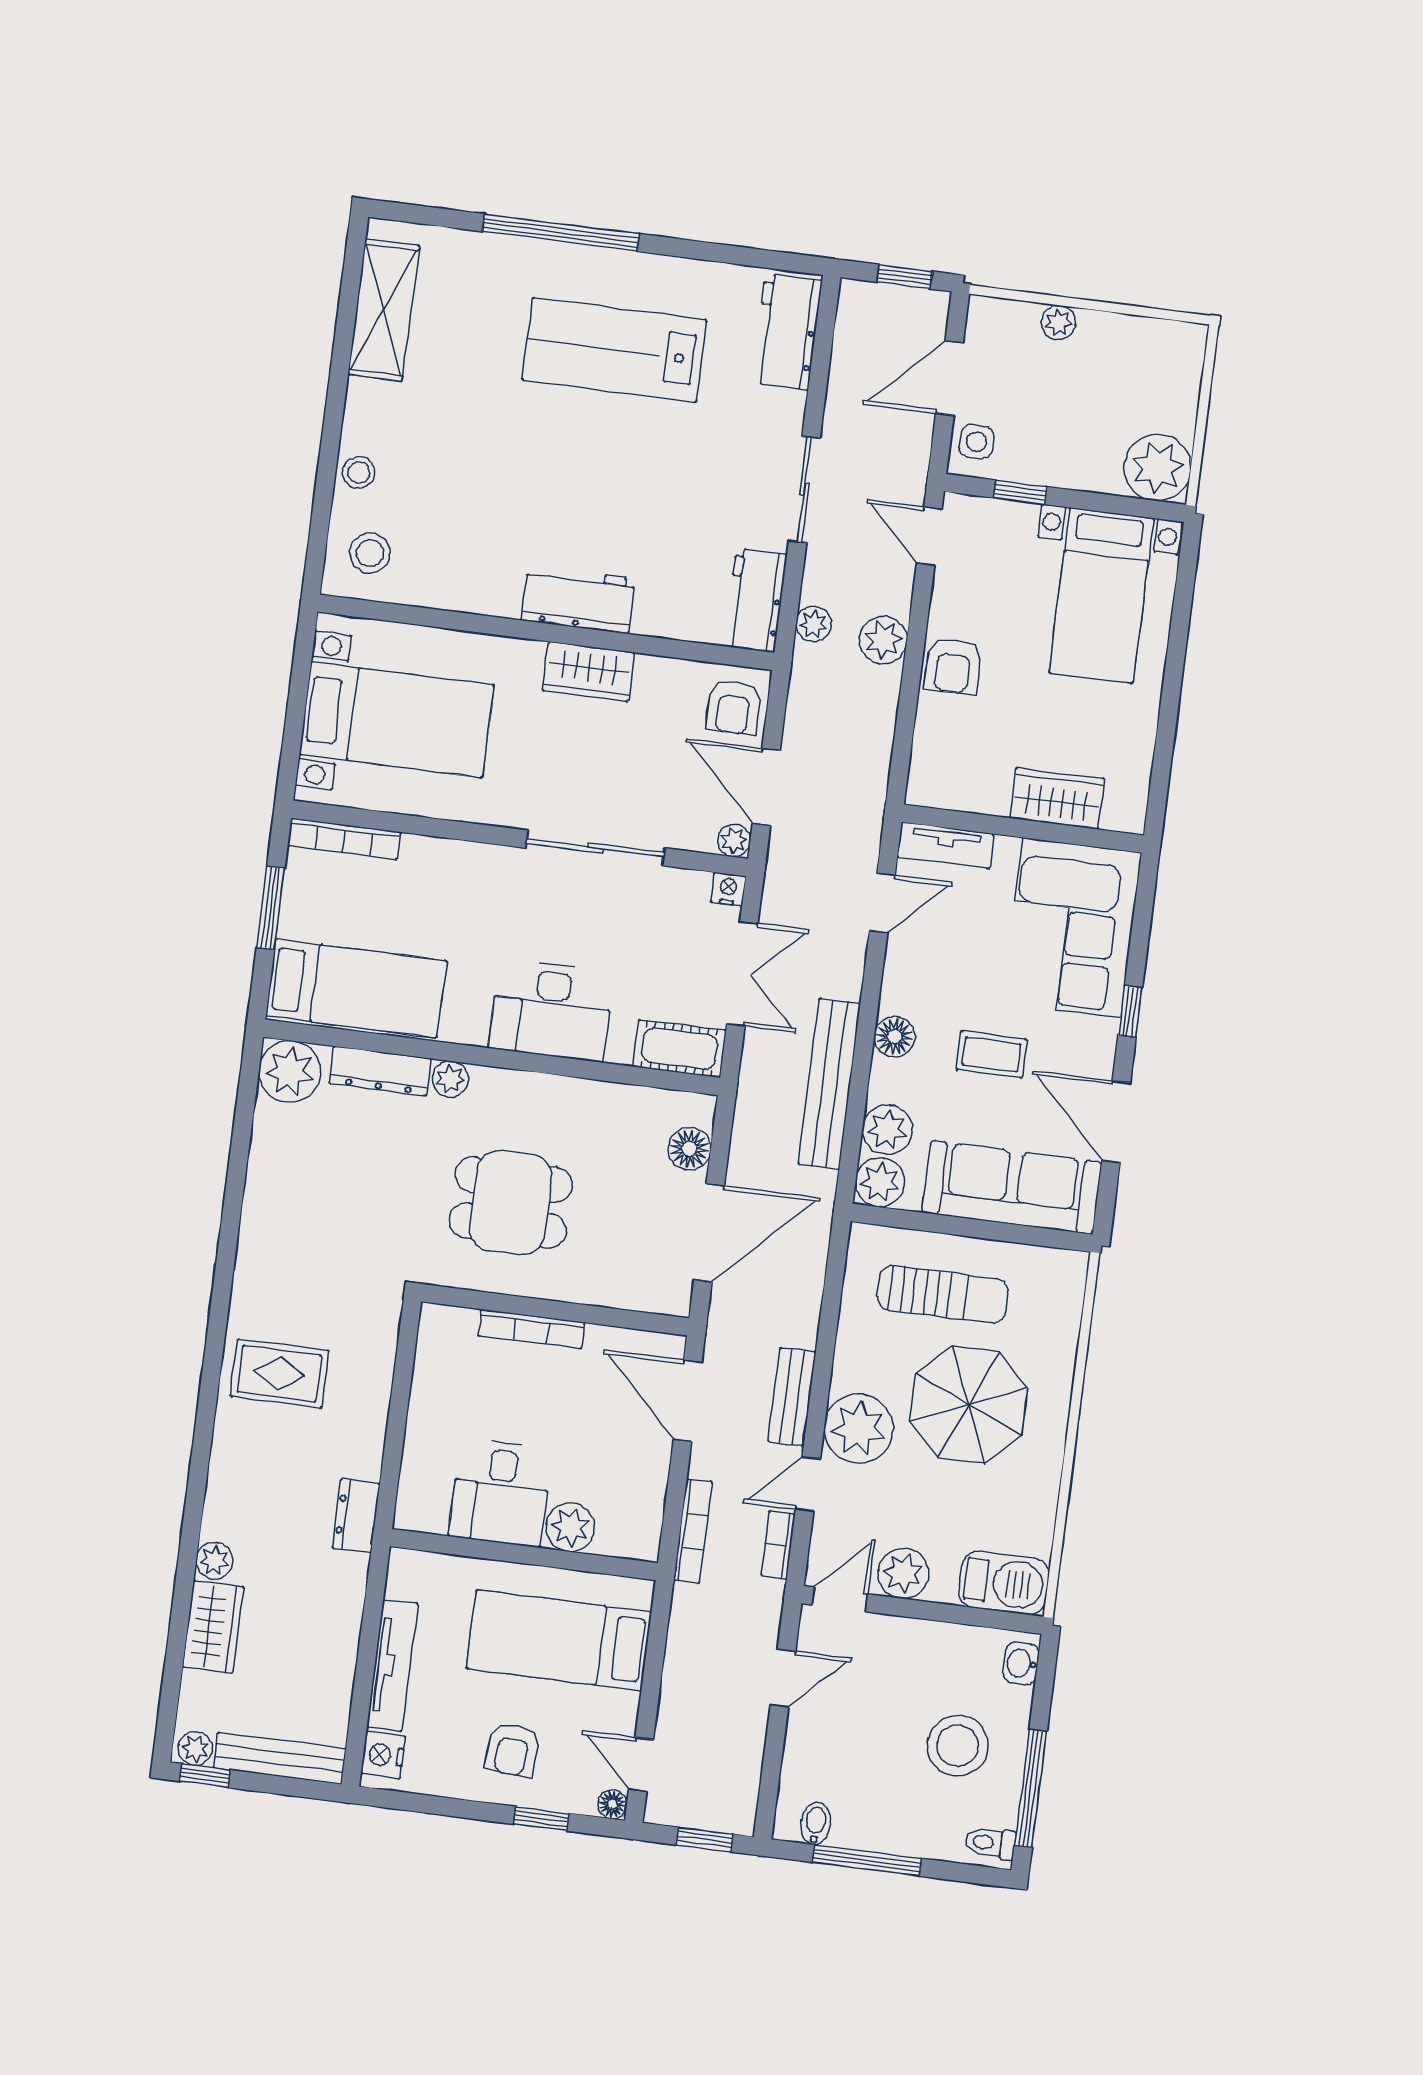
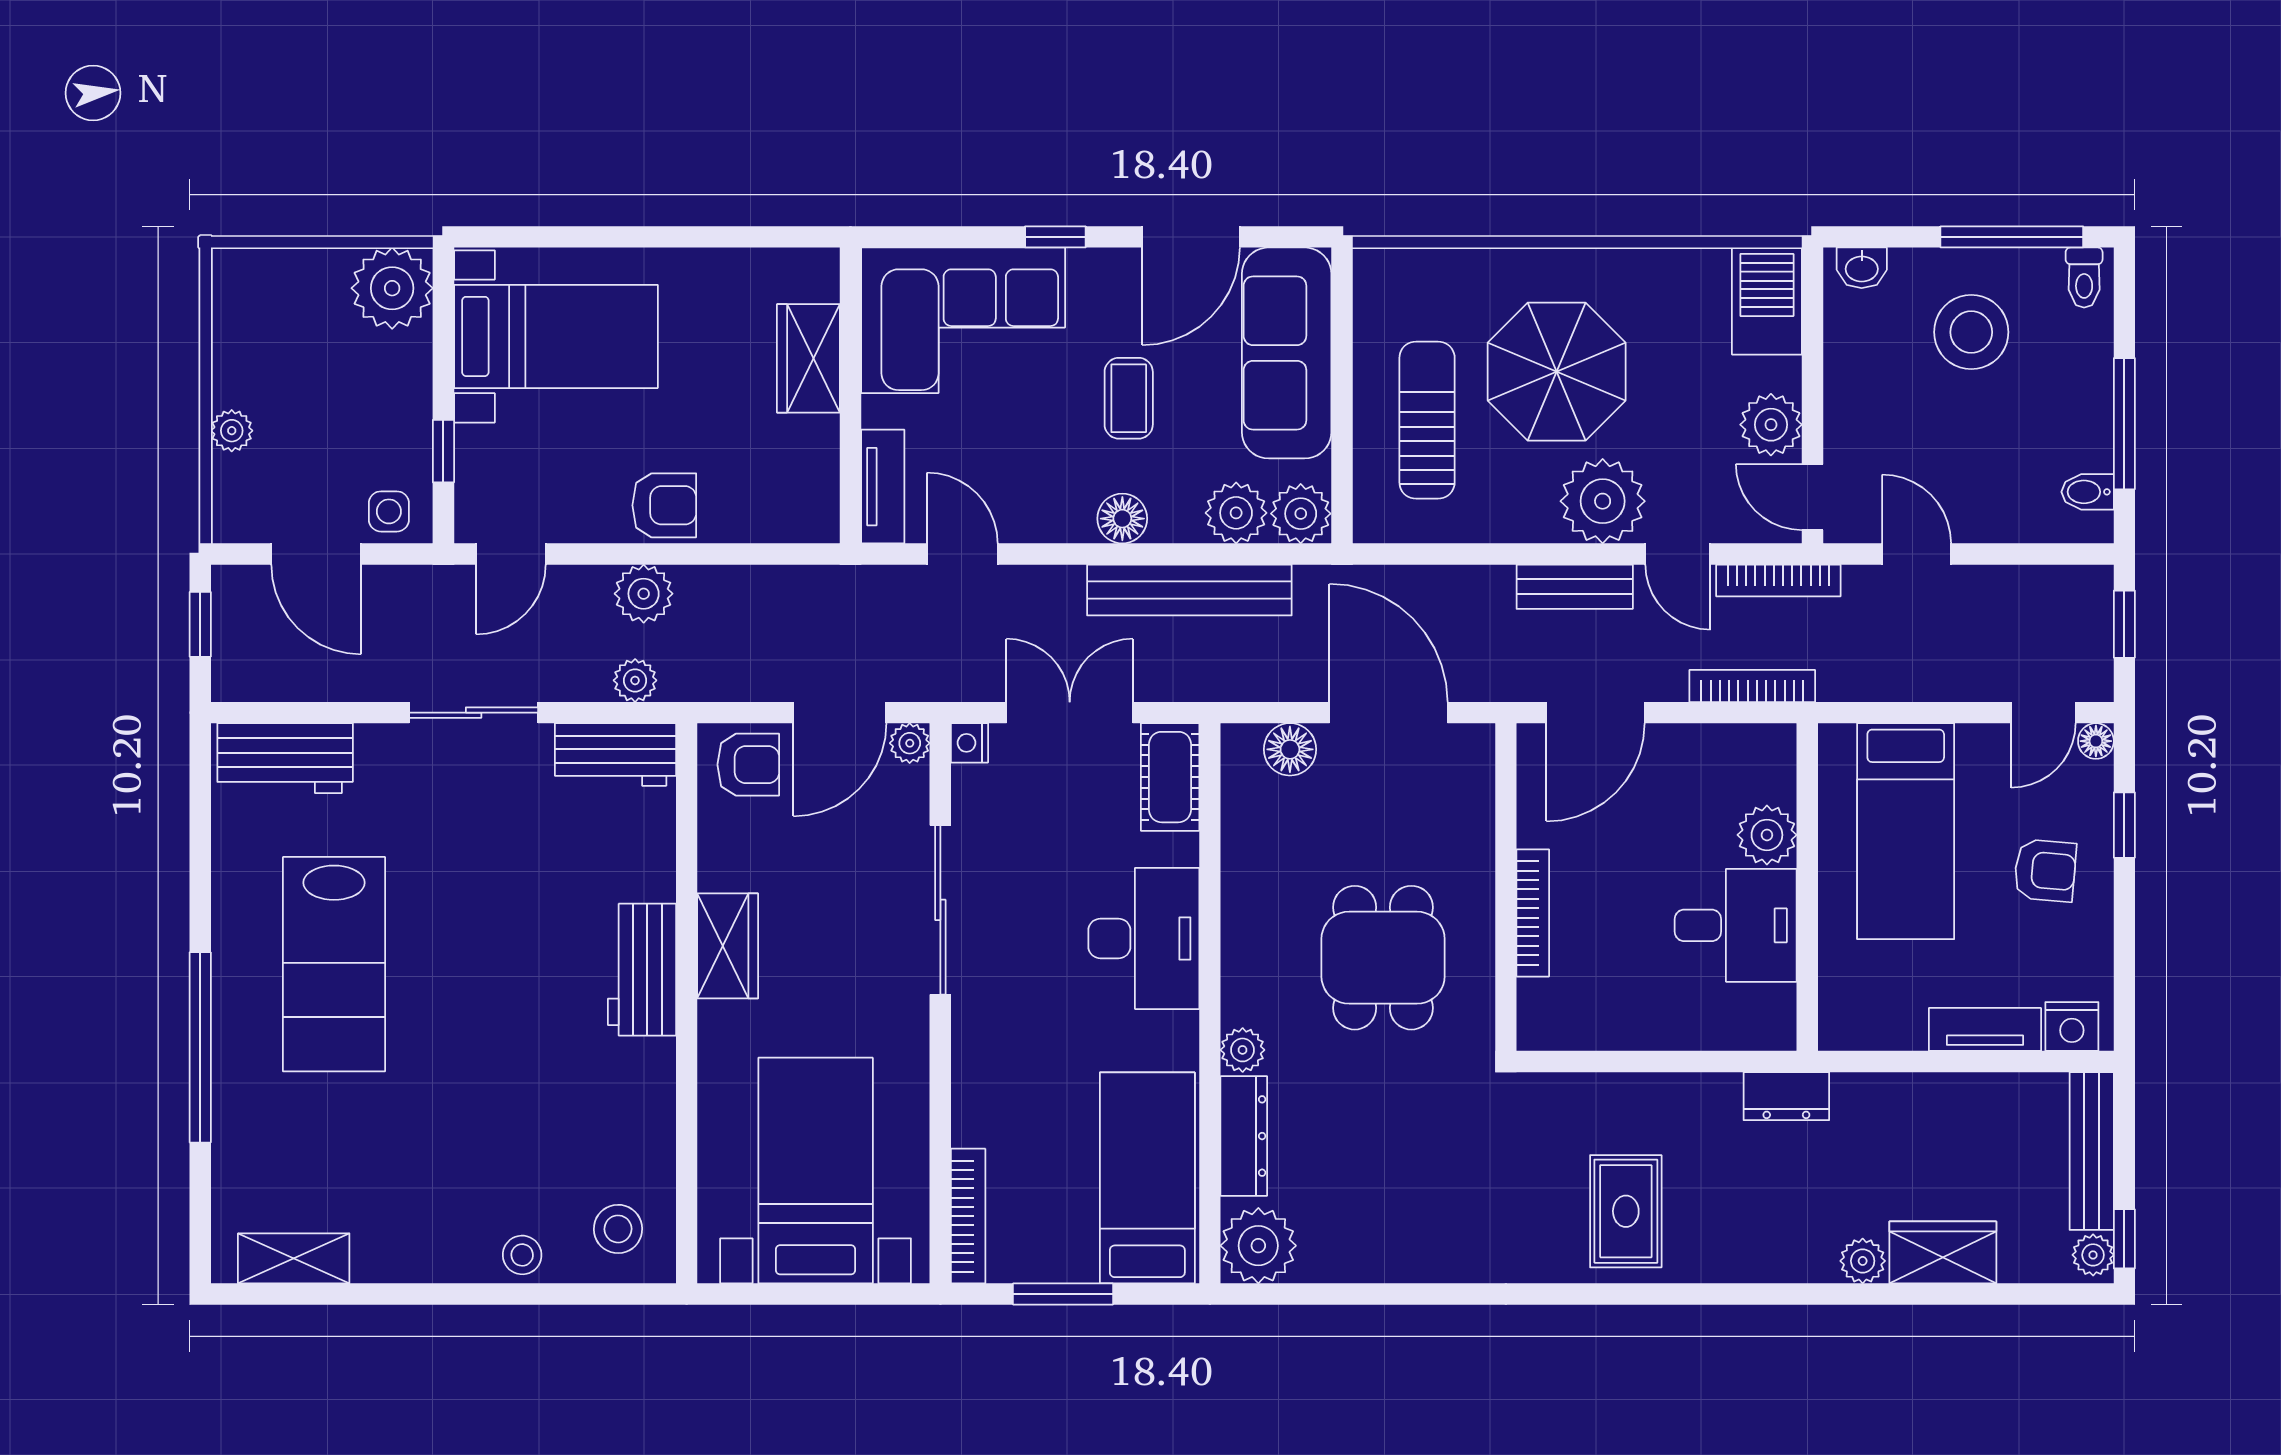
shelving: (384, 310) -> (294, 1258), width x0.67, depth x0.75
bookcase: (778, 1545) -> (1778, 581), width x1.56
tv unit: (392, 1666) -> (1985, 1029), width x0.71

